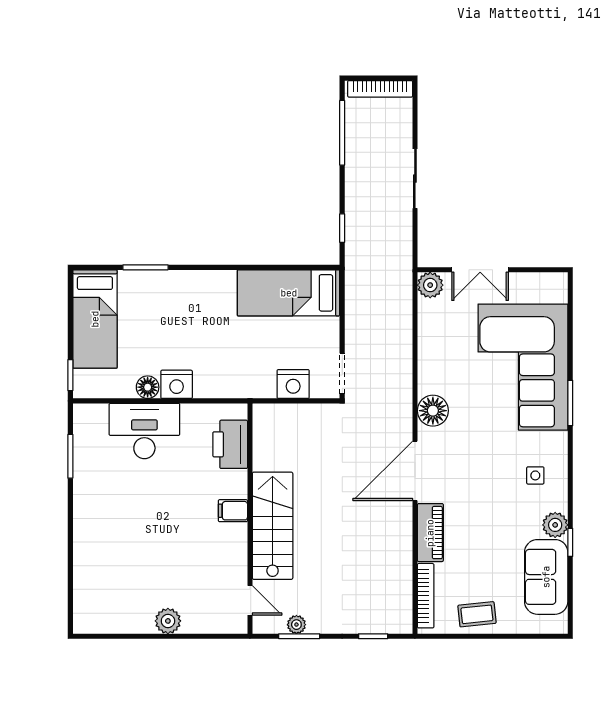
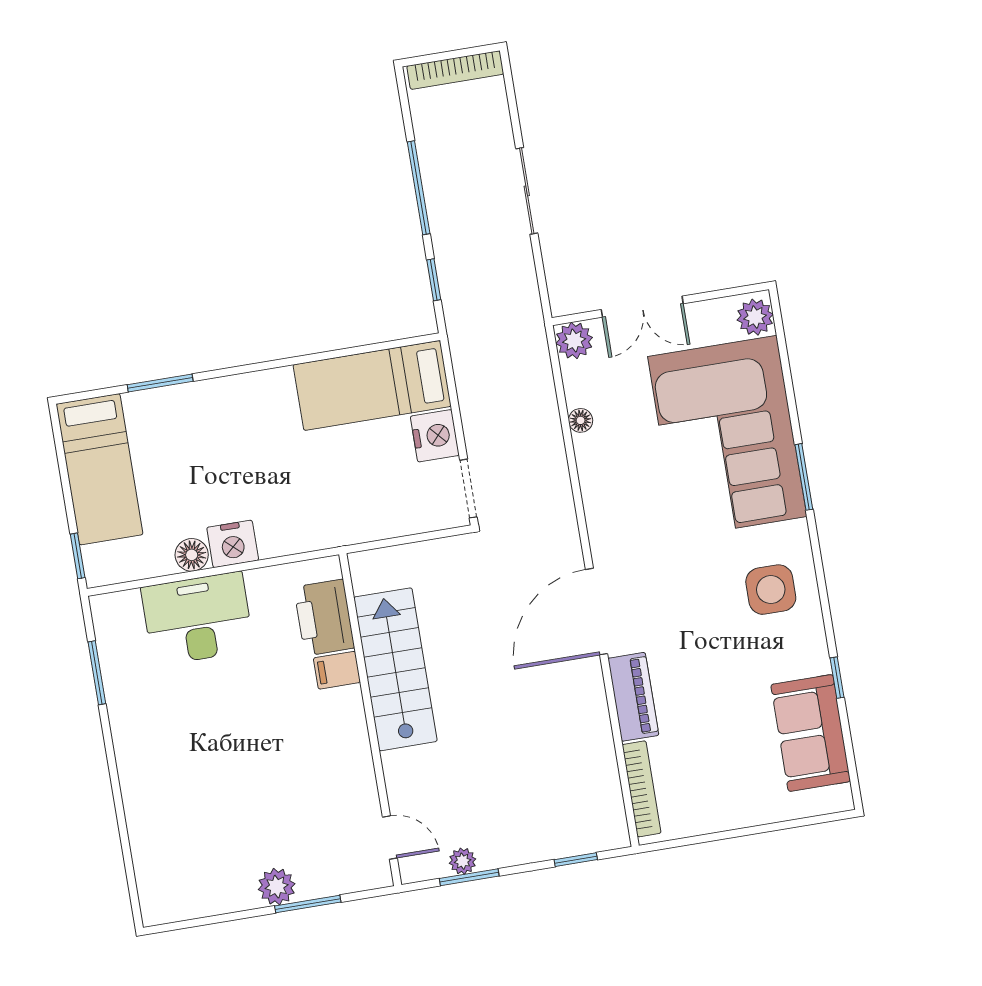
window: (342, 133) -> (419, 188), moved
nightstand: (293, 384) -> (435, 436), moved, turned -90
floor lamp: (433, 411) -> (581, 420), moved, width x0.53, depth x0.53
side table: (535, 475) -> (771, 590), width x1.87, depth x1.87
filing cabinet: (233, 511) -> (337, 670), moved
plant: (555, 525) -> (755, 317), moved
stairs: (273, 526) -> (395, 669), moved
coffee table: (477, 614) -> (720, 803), removed
window: (187, 636) -> (308, 904), added

